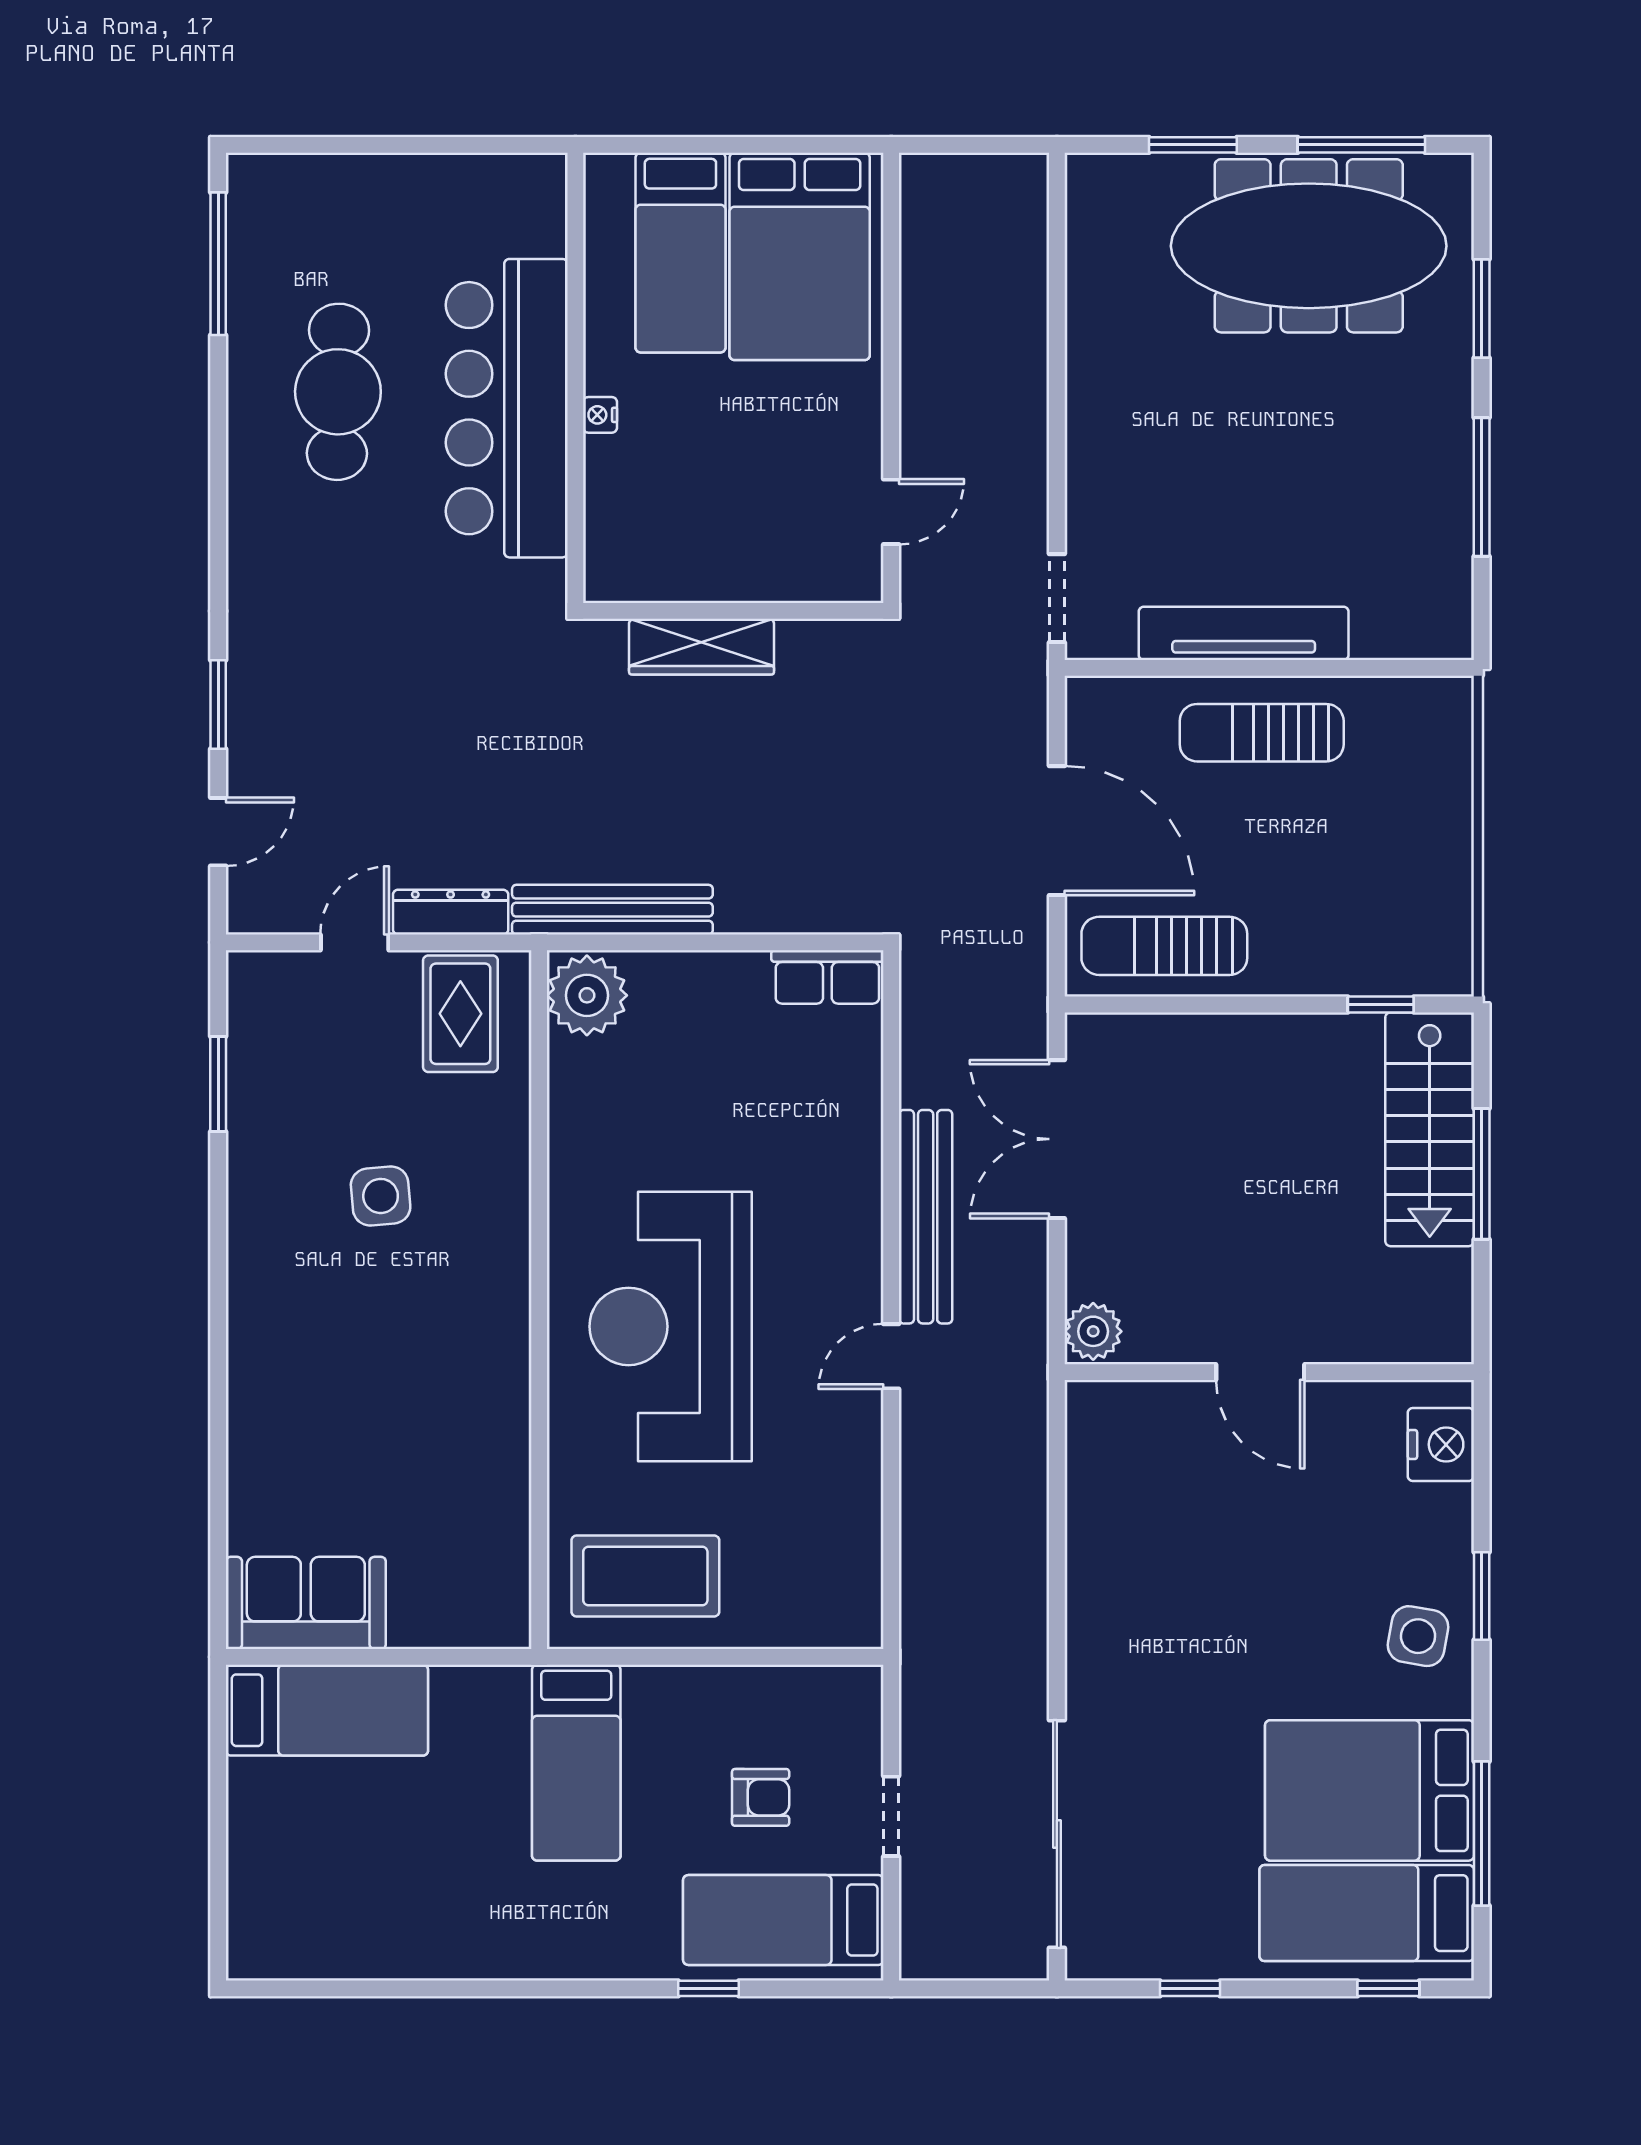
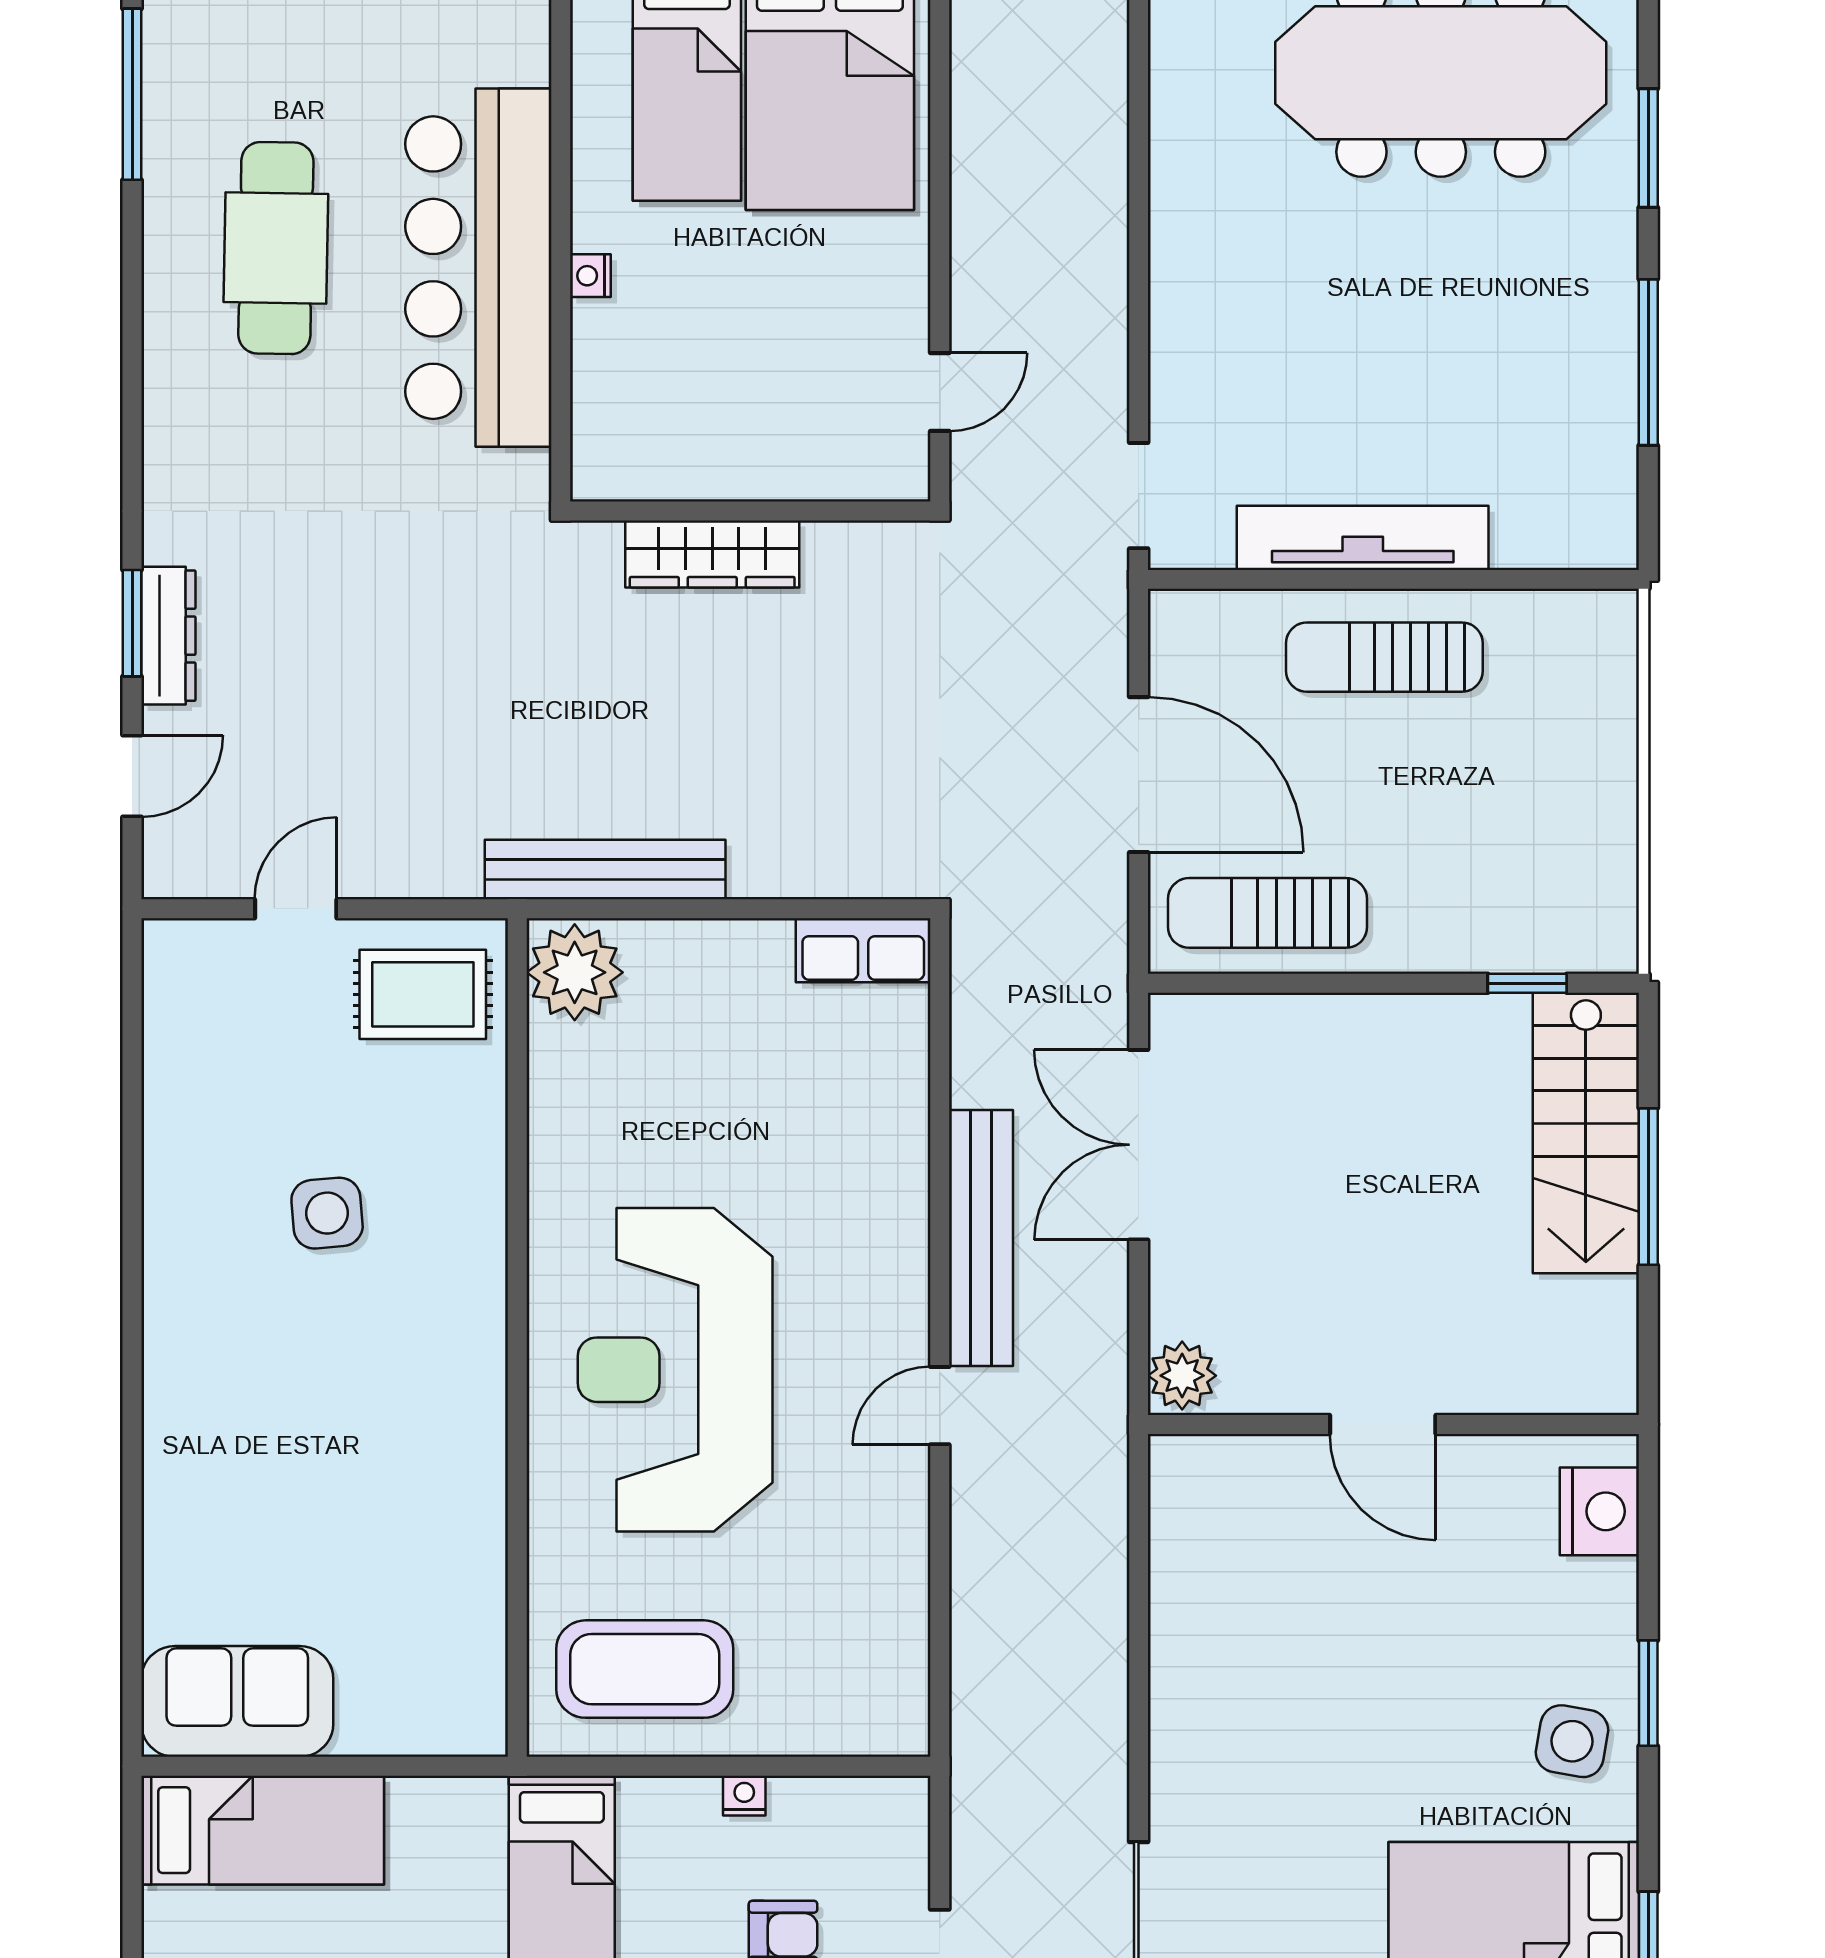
dresser: (451, 912) -> (168, 636), moved, turned 90
rug: (460, 1014) -> (423, 994), turned 90
window: (218, 1084) -> (132, 1079), removed
nightstand: (728, 1681) -> (744, 1796), added

